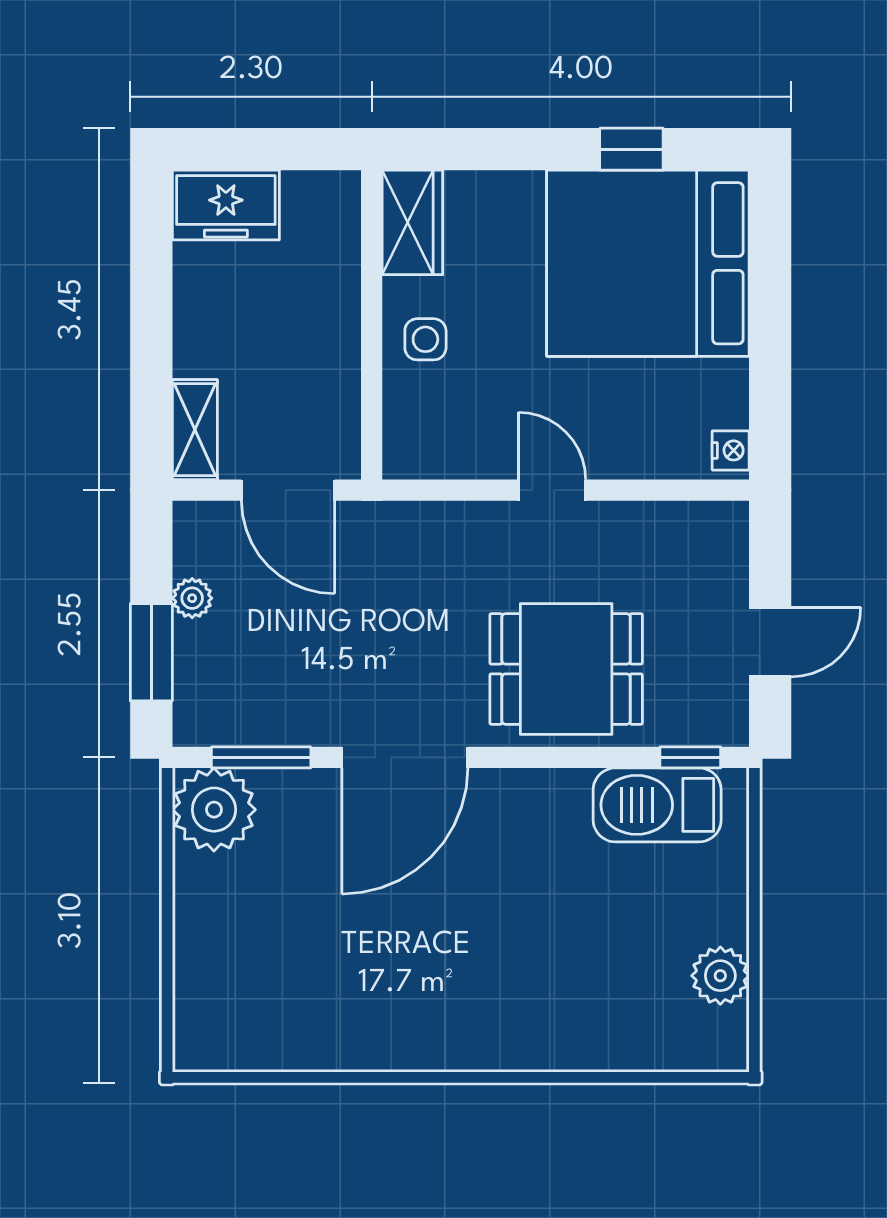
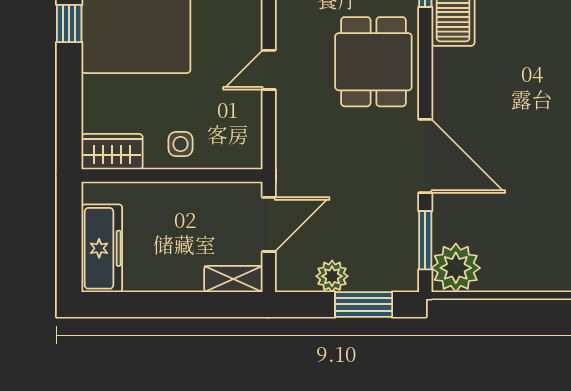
freezer: (226, 205) -> (102, 248), width x1.40
plant: (192, 598) -> (332, 276), width x1.38, depth x1.38

